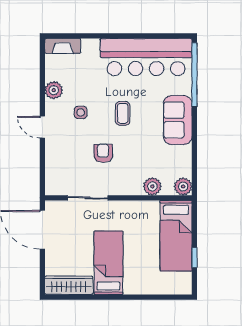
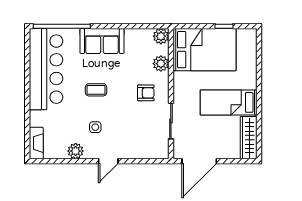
armchair: (103, 153) -> (146, 93), moved, turned 180
bed: (176, 236) -> (205, 50), width x1.50

